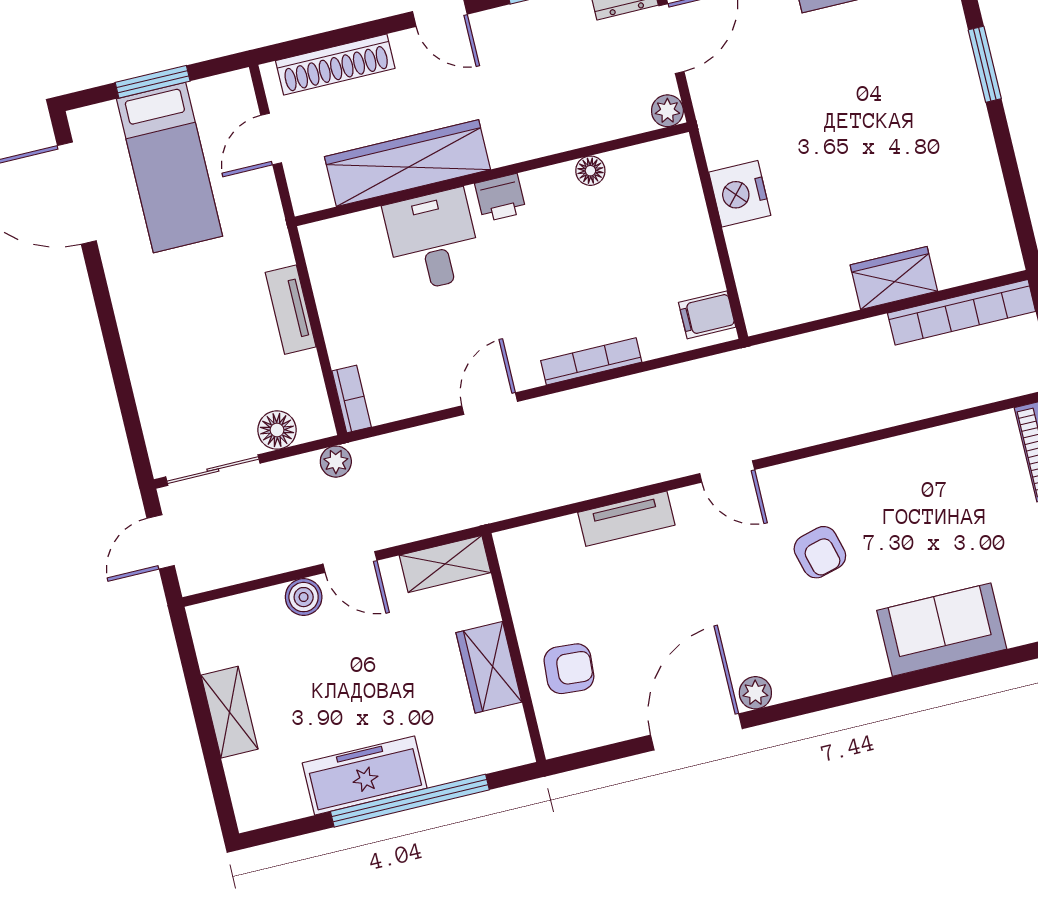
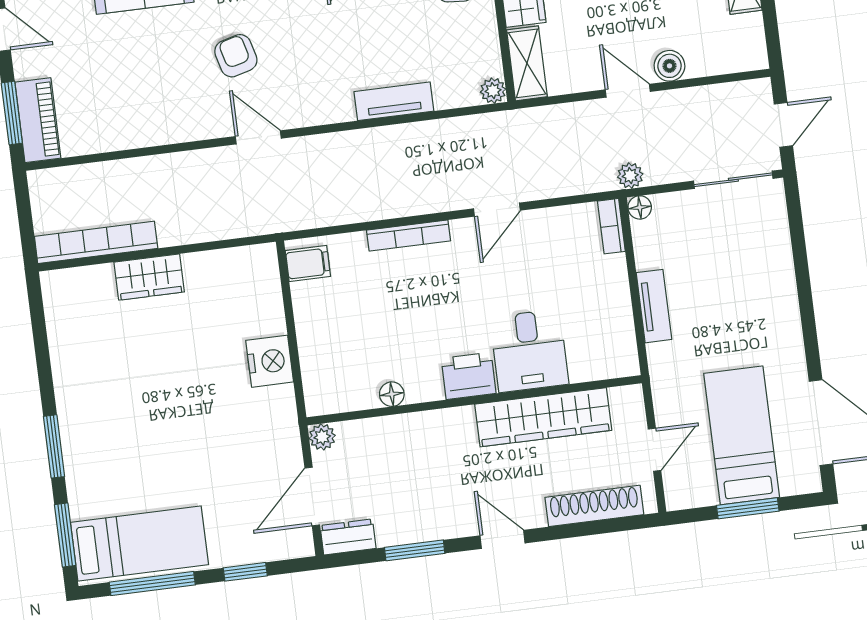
printer: (500, 198) -> (469, 376), width x1.36, depth x1.24
floor lamp: (277, 430) -> (640, 207), moved, width x0.73, depth x0.73
door: (727, 471) -> (258, 137), moved
plant: (510, 544) -> (493, 91), added
shelving: (445, 564) -> (527, 63), moved, turned 90

